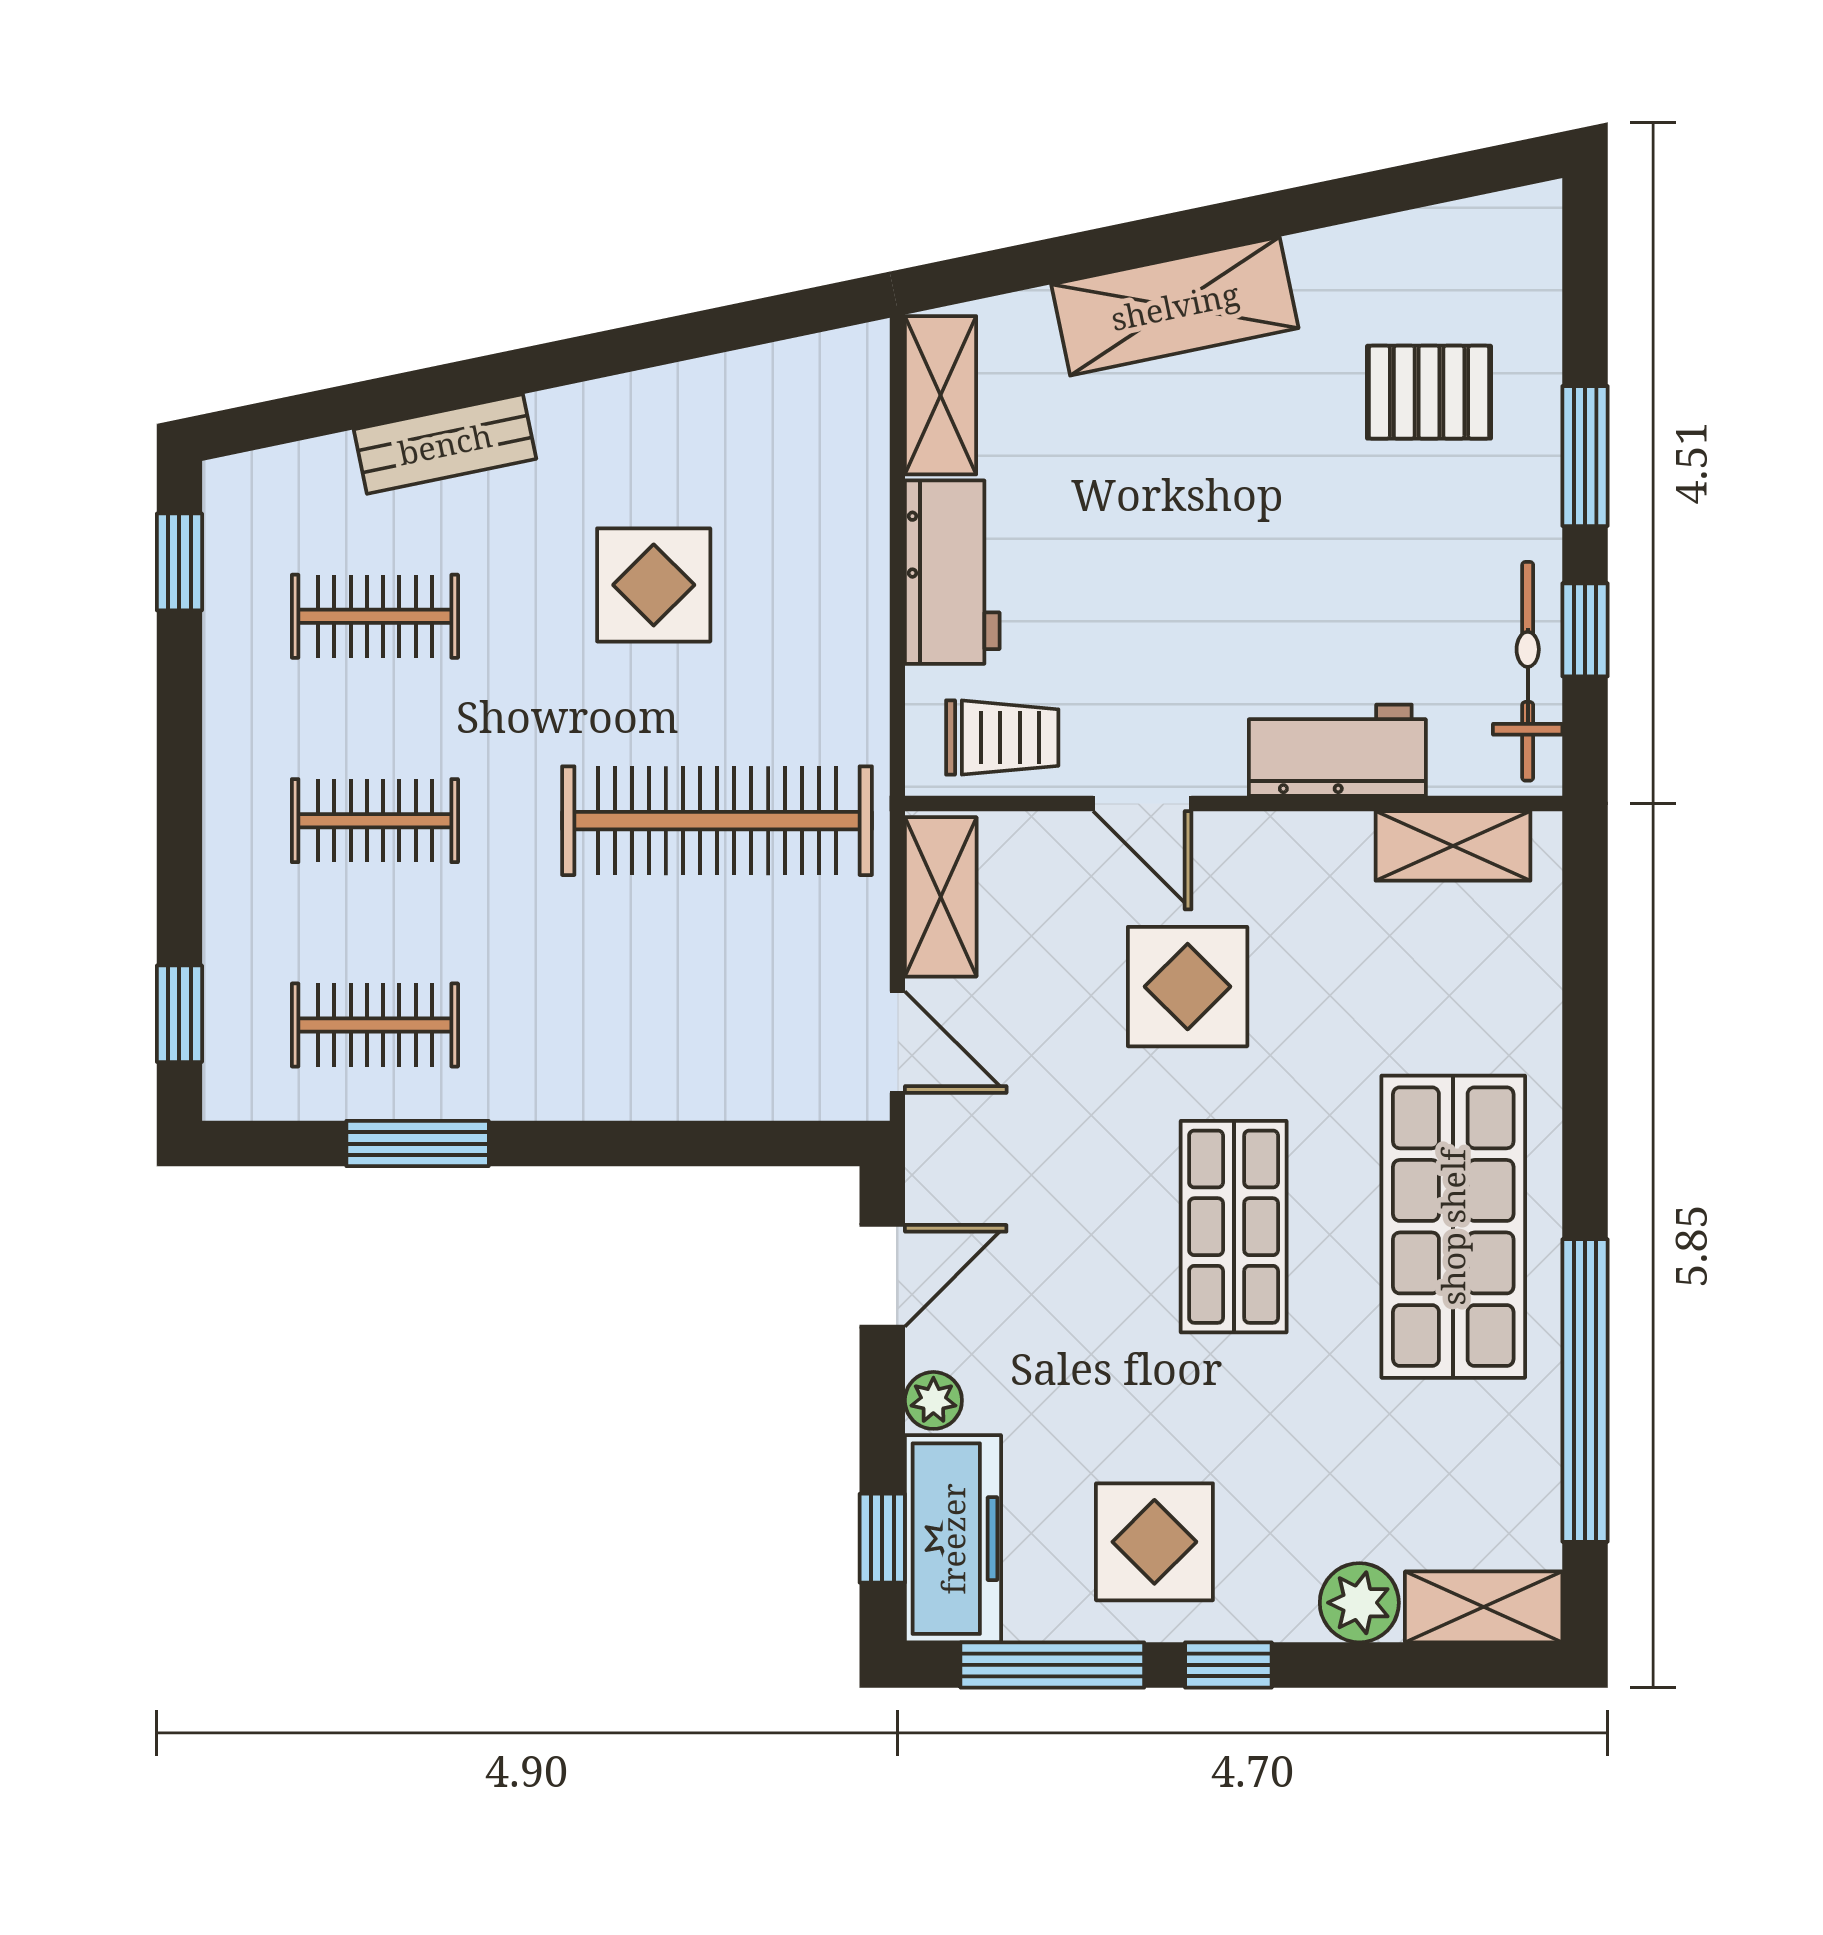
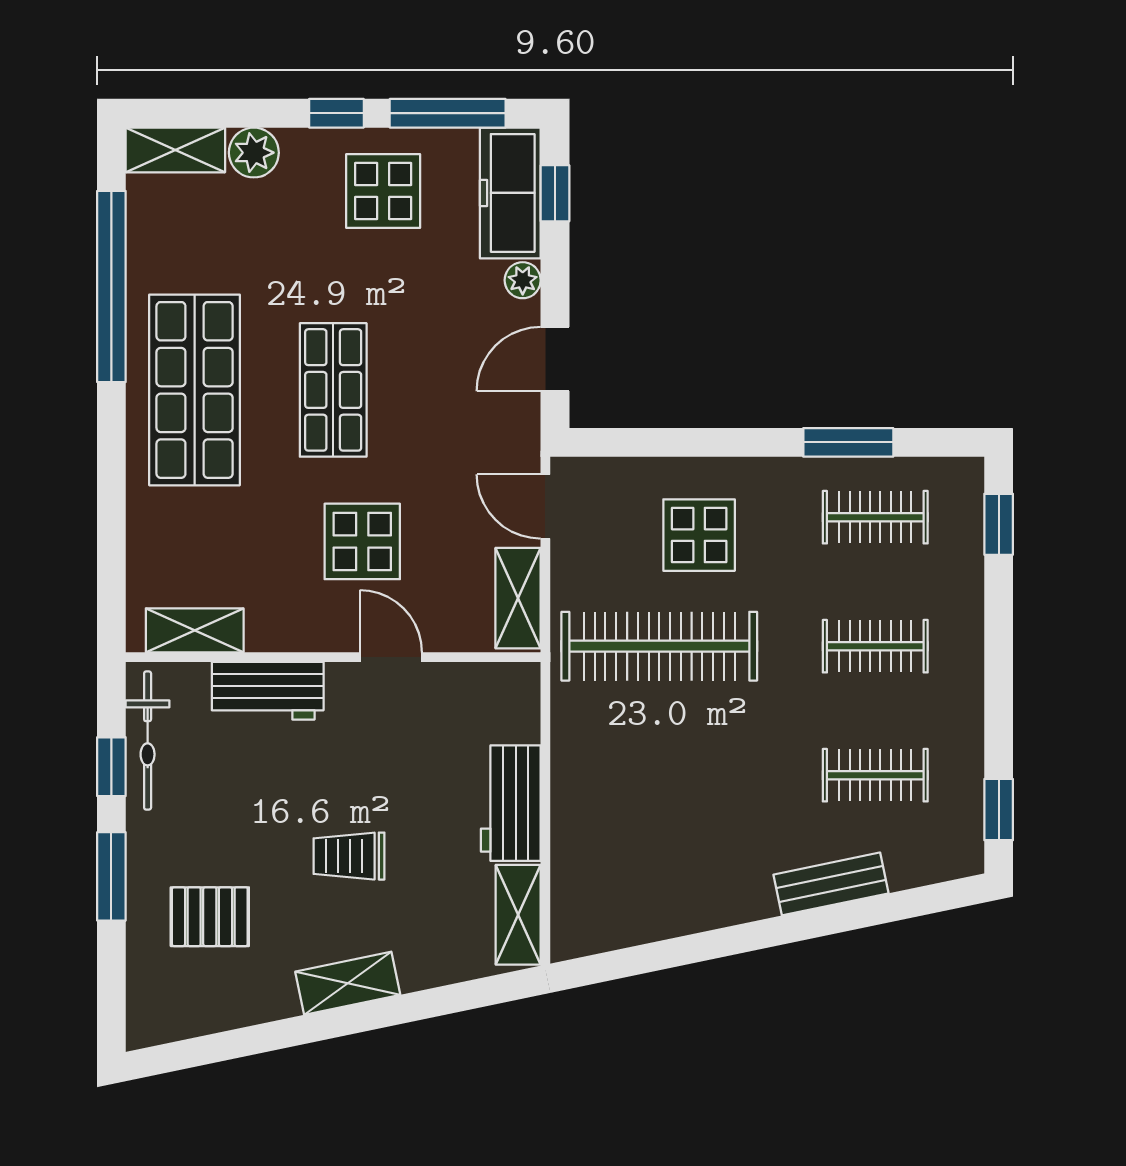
shelving: (1175, 306) -> (348, 983), width x0.67, depth x0.75
display table: (654, 585) -> (699, 535), moved
trolley: (1002, 738) -> (349, 856), moved

